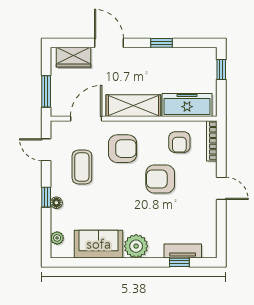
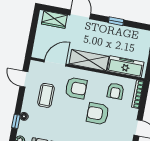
window: (46, 91) -> (31, 39), removed
window: (46, 197) -> (16, 121), moved

